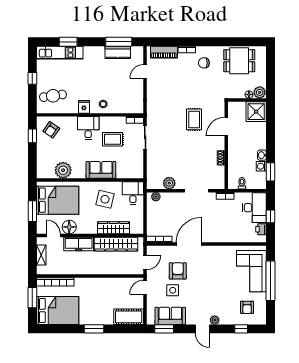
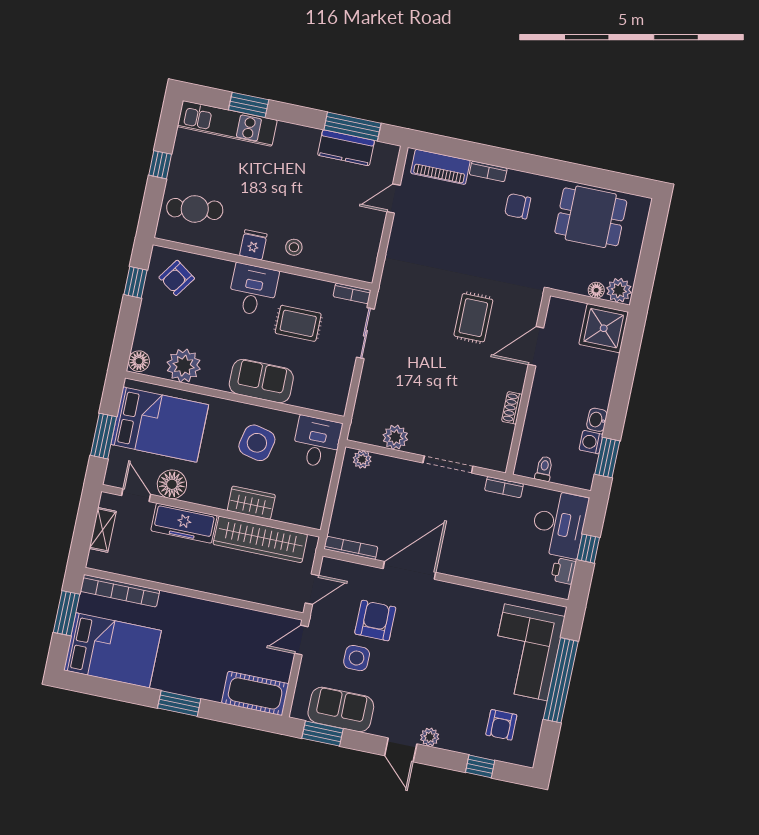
floor lamp: (42, 173) -> (139, 361), added
wardrobe: (113, 228) -> (251, 503), width x0.67

